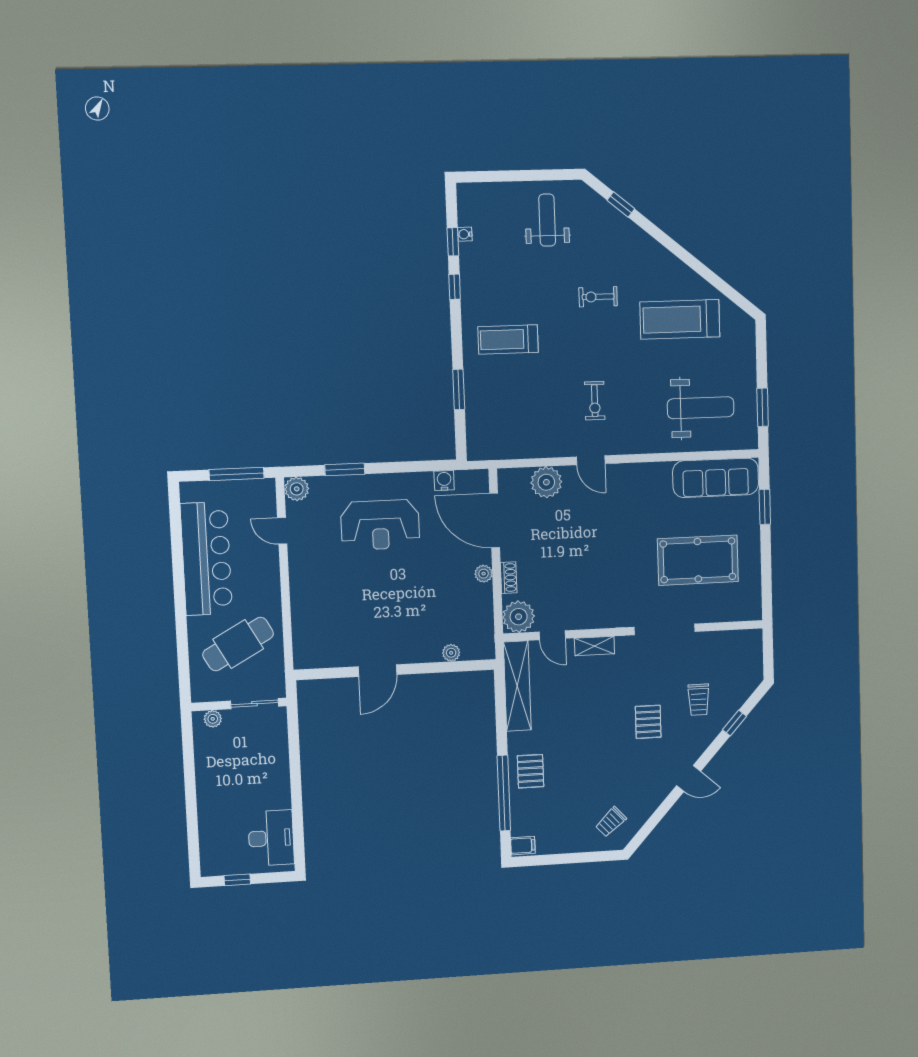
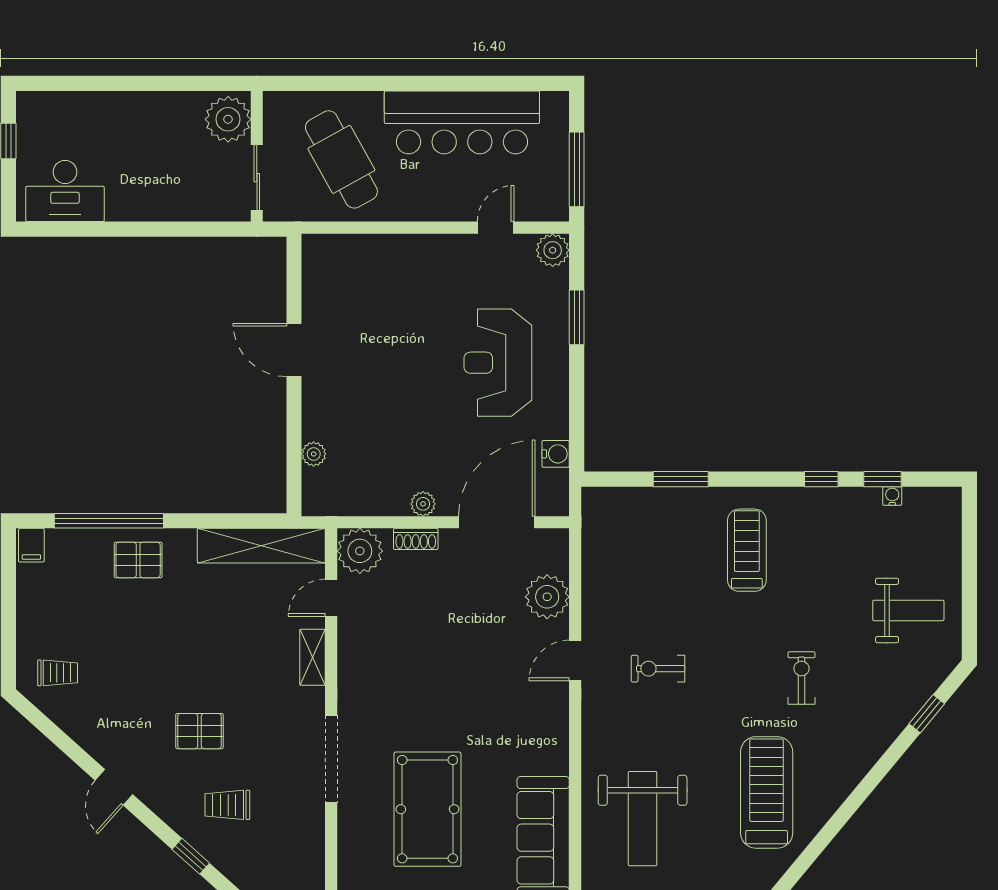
plant: (213, 719) -> (228, 119), width x1.87, depth x1.87
trolley: (611, 822) -> (58, 673), turned 132

